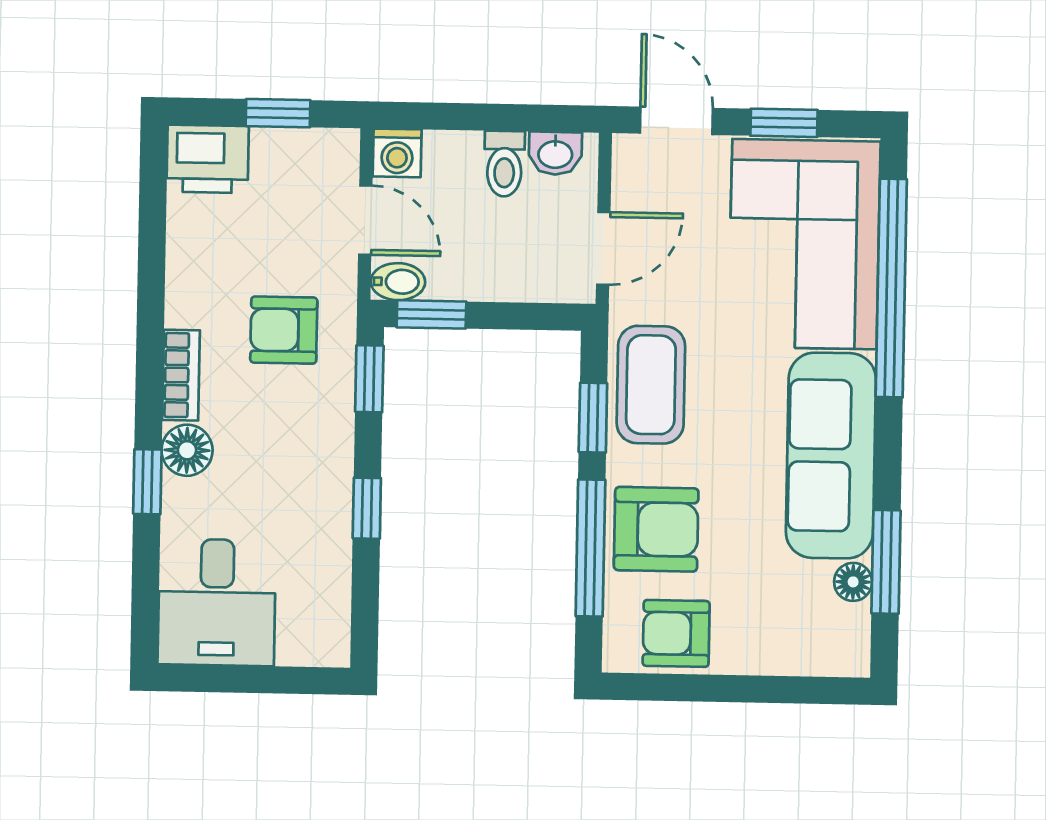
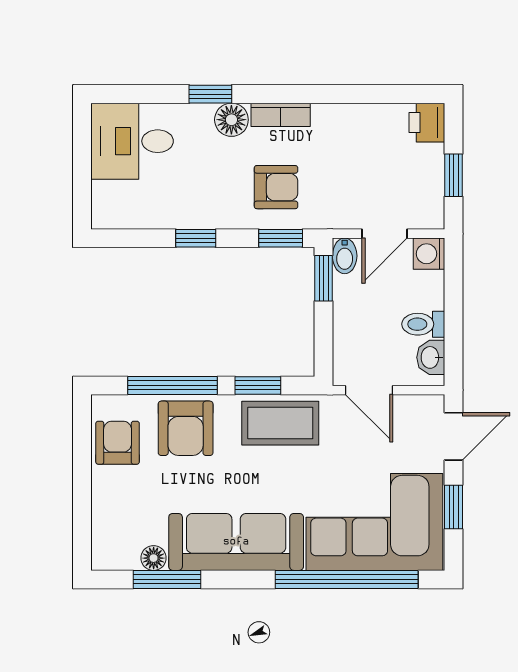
printer: (208, 159) -> (427, 123), width x0.73, depth x0.81
armchair: (284, 330) -> (276, 187), moved, turned 90

